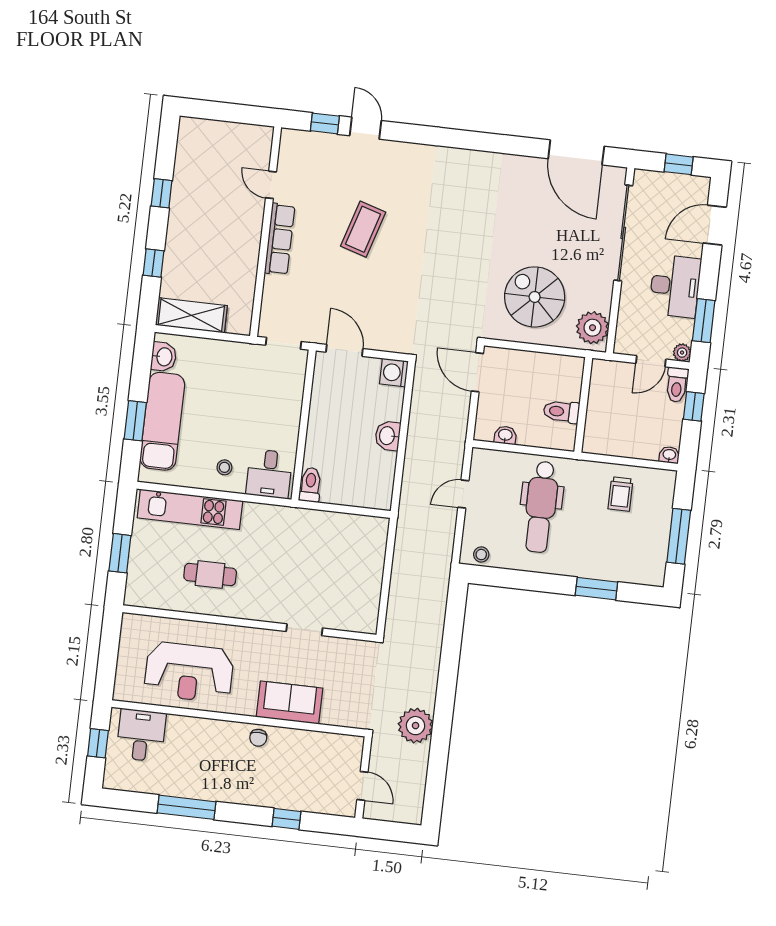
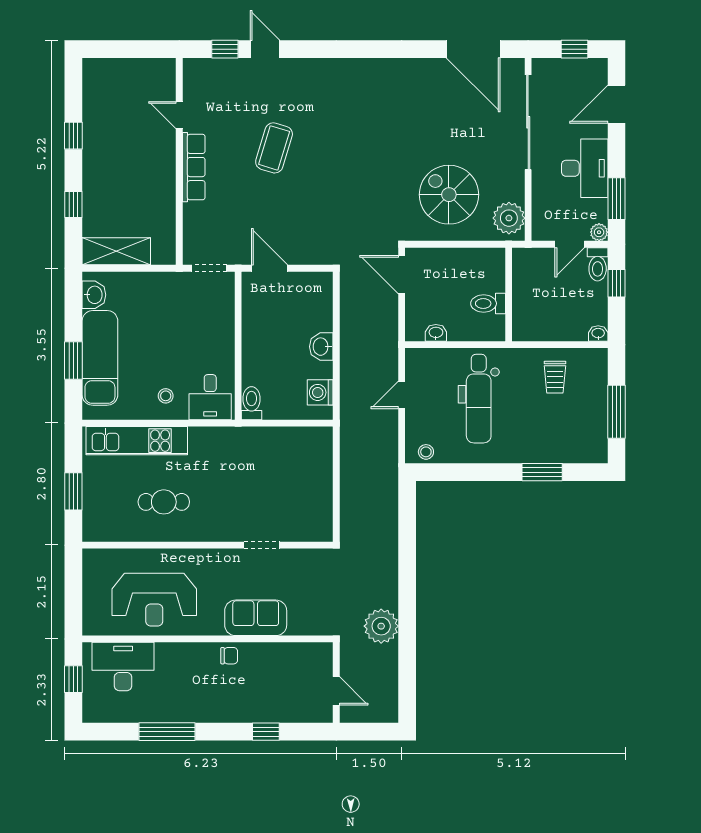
washing machine: (394, 373) -> (320, 392), moved
desk: (141, 735) -> (123, 667), width x1.37
chair: (258, 738) -> (229, 656), turned -90

